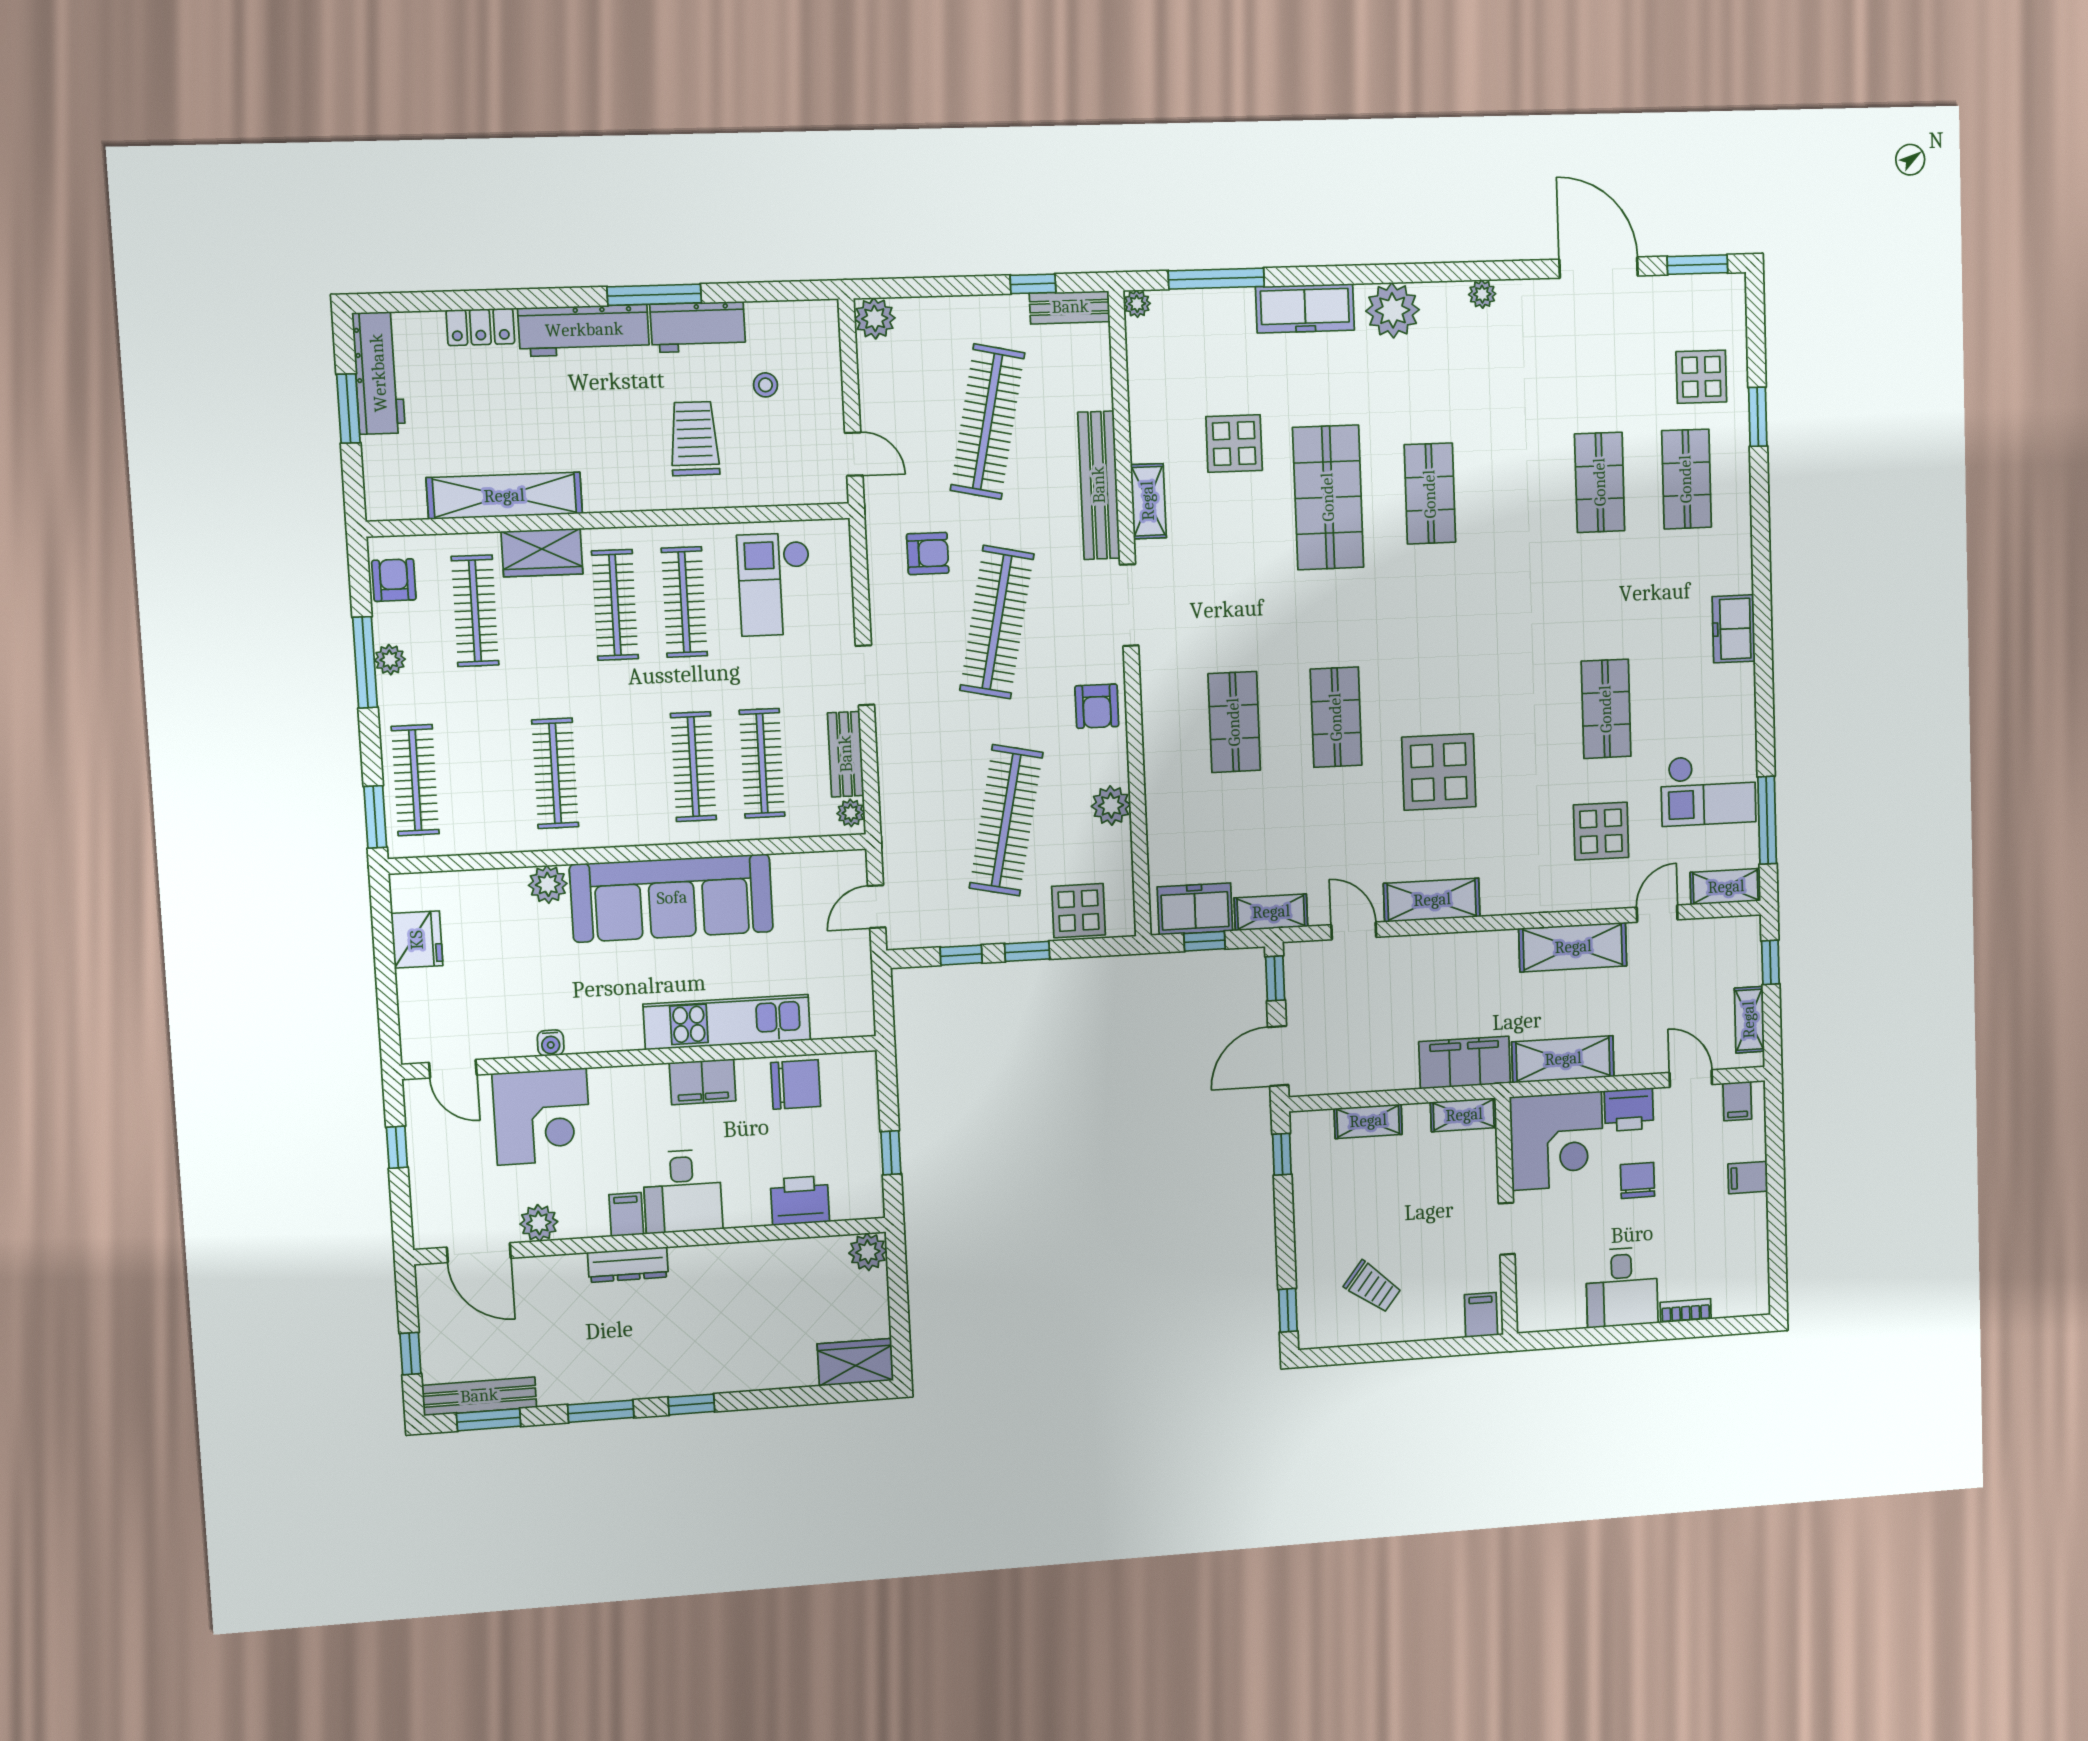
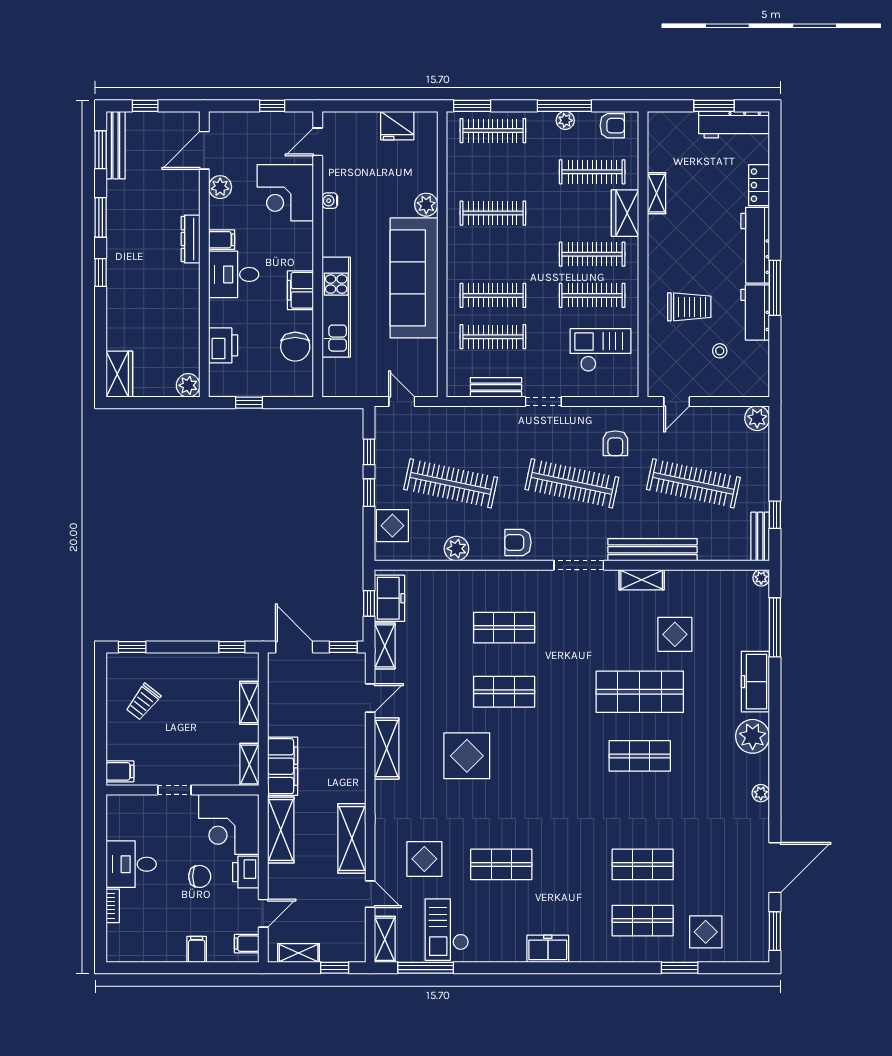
shelving: (504, 496) -> (656, 193), width x0.45, depth x0.75
plant: (851, 813) -> (460, 389), removed

